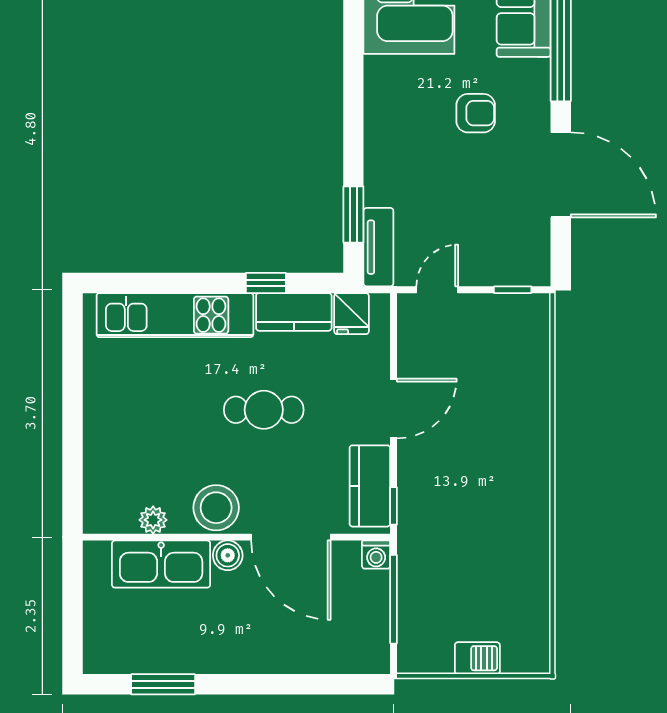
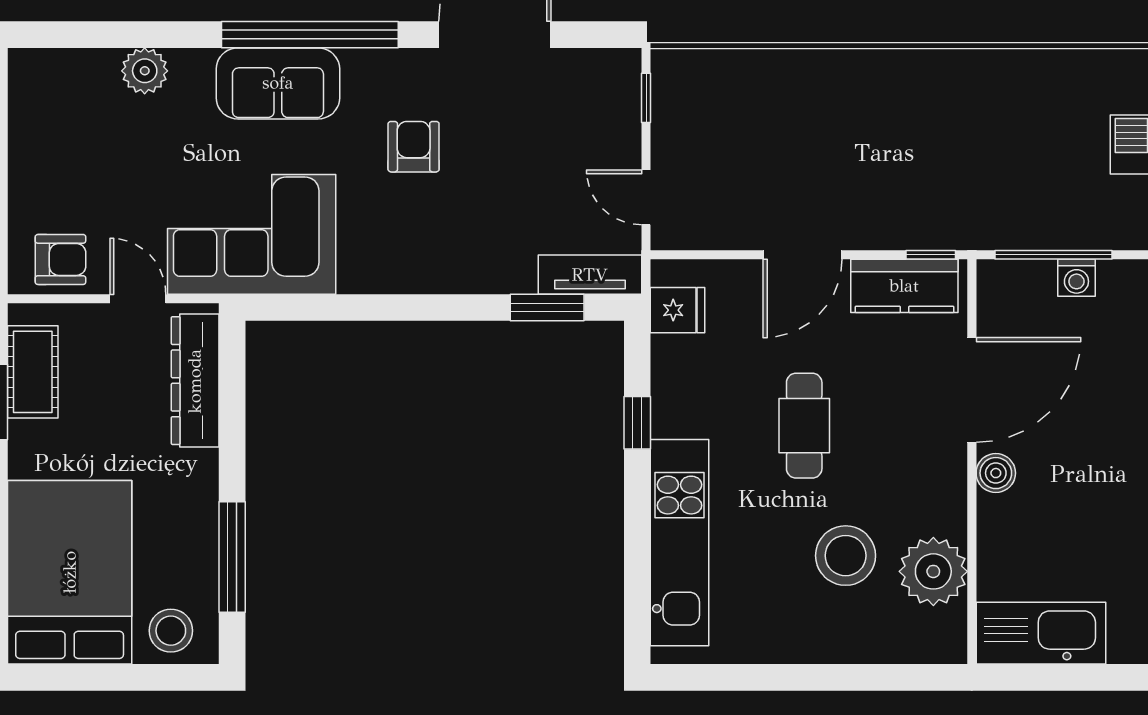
kitchen counter: (294, 312) -> (675, 386), removed
door: (394, 409) -> (803, 255), swing flipped
stool: (216, 508) -> (846, 556), moved
plant: (153, 520) -> (933, 571), width x1.87, depth x1.87
washing machine: (376, 555) -> (1076, 278), moved, turned 90
kitchen sink: (161, 564) -> (1041, 633), moved, turned -90

